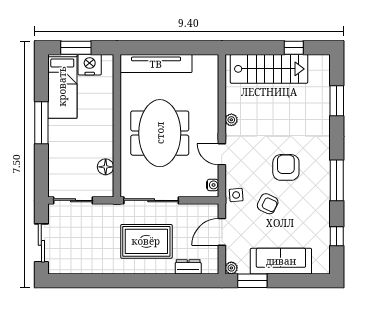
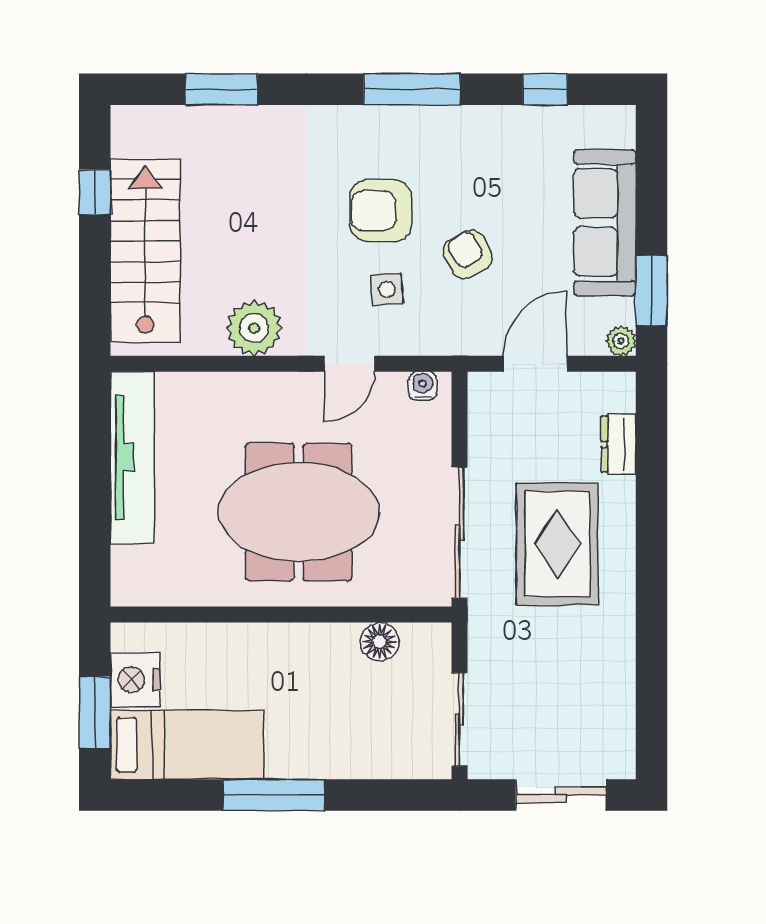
tv unit: (156, 64) -> (132, 457), moved
plant: (231, 120) -> (254, 328), width x1.87, depth x1.87
side table: (236, 195) -> (387, 290), moved
armchair: (268, 204) -> (468, 254), turned -54
door: (222, 232) -> (535, 364), swing flipped

